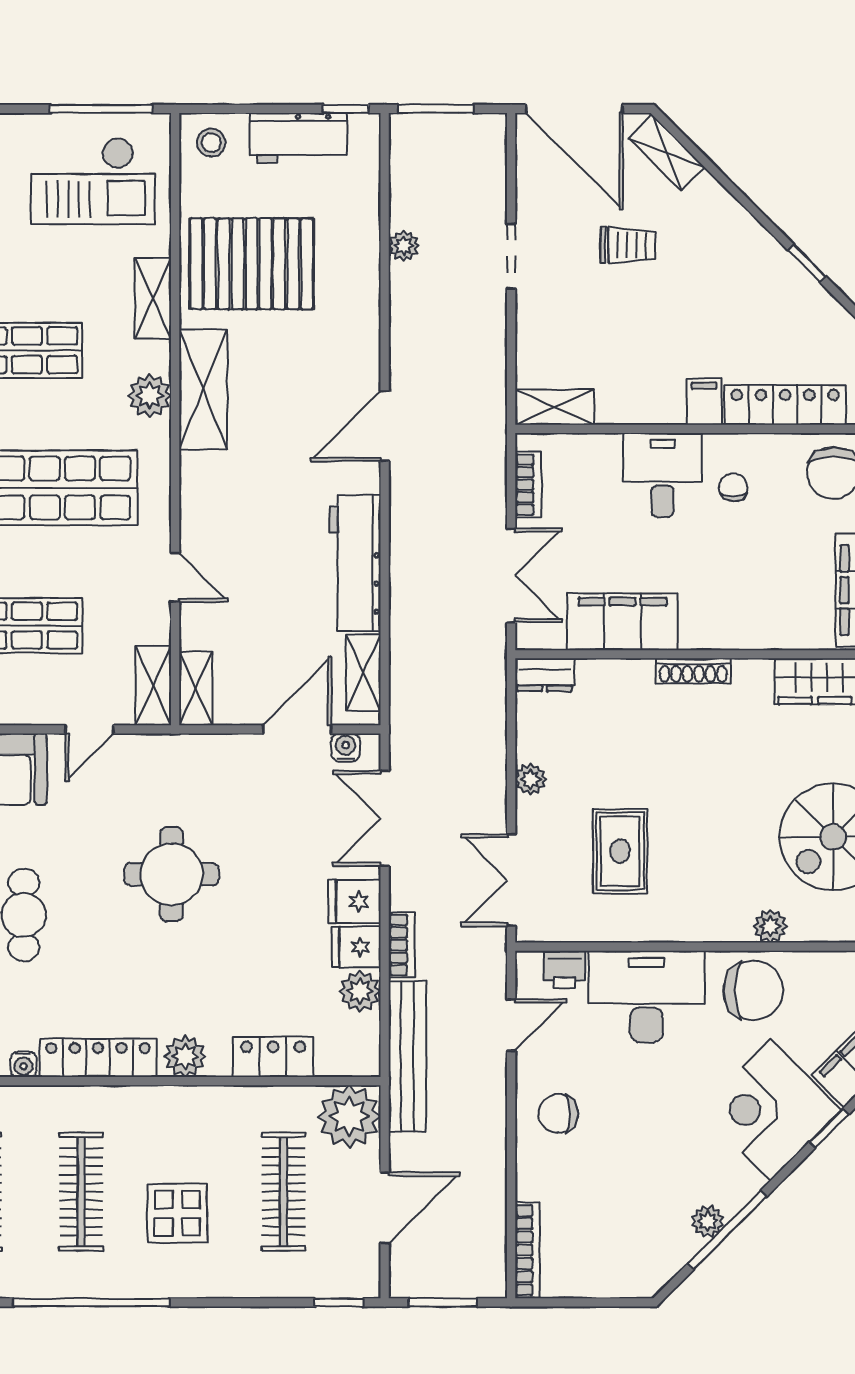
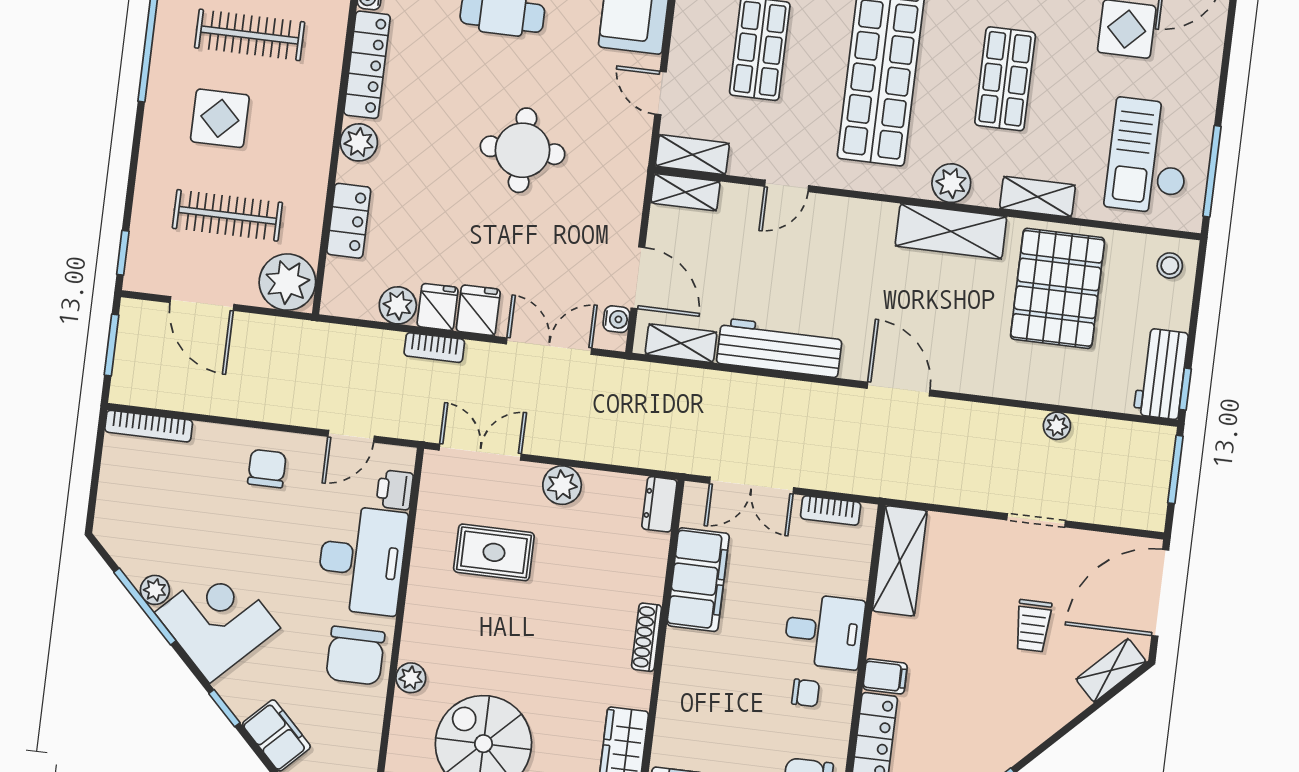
workbench: (298, 138) -> (1161, 374), moved
shelving: (555, 407) -> (900, 561), width x1.50, depth x1.33
plant: (531, 779) -> (562, 485), width x1.38, depth x1.38
door: (511, 1025) -> (351, 436), hinge flipped
bench: (407, 1057) -> (334, 340), removed
corner desk: (771, 1110) -> (217, 620), moved

